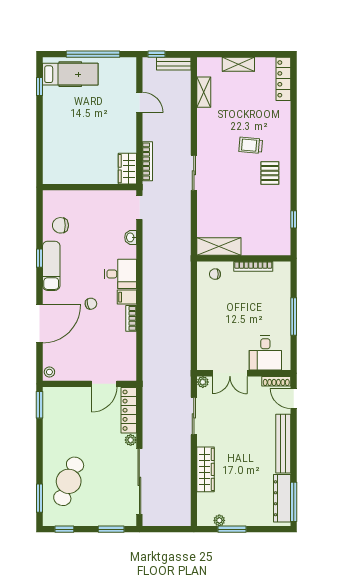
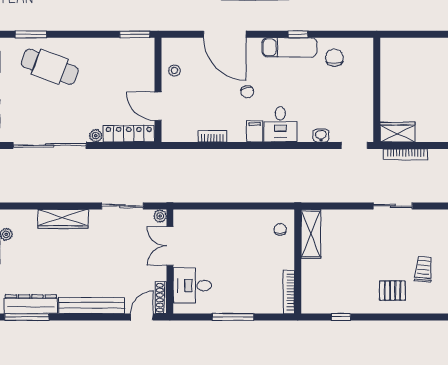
bookcase: (253, 266) -> (289, 292), moved
bookcase: (131, 318) -> (212, 136), moved
stool: (49, 372) -> (174, 71), moved

